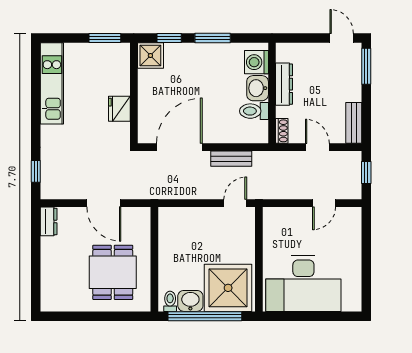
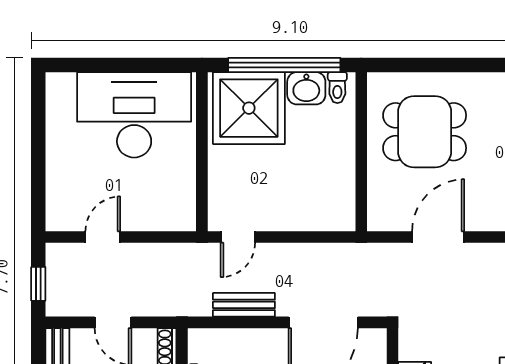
door: (104, 203) -> (438, 237), hinge flipped
dining table: (113, 272) -> (425, 132), turned 90

